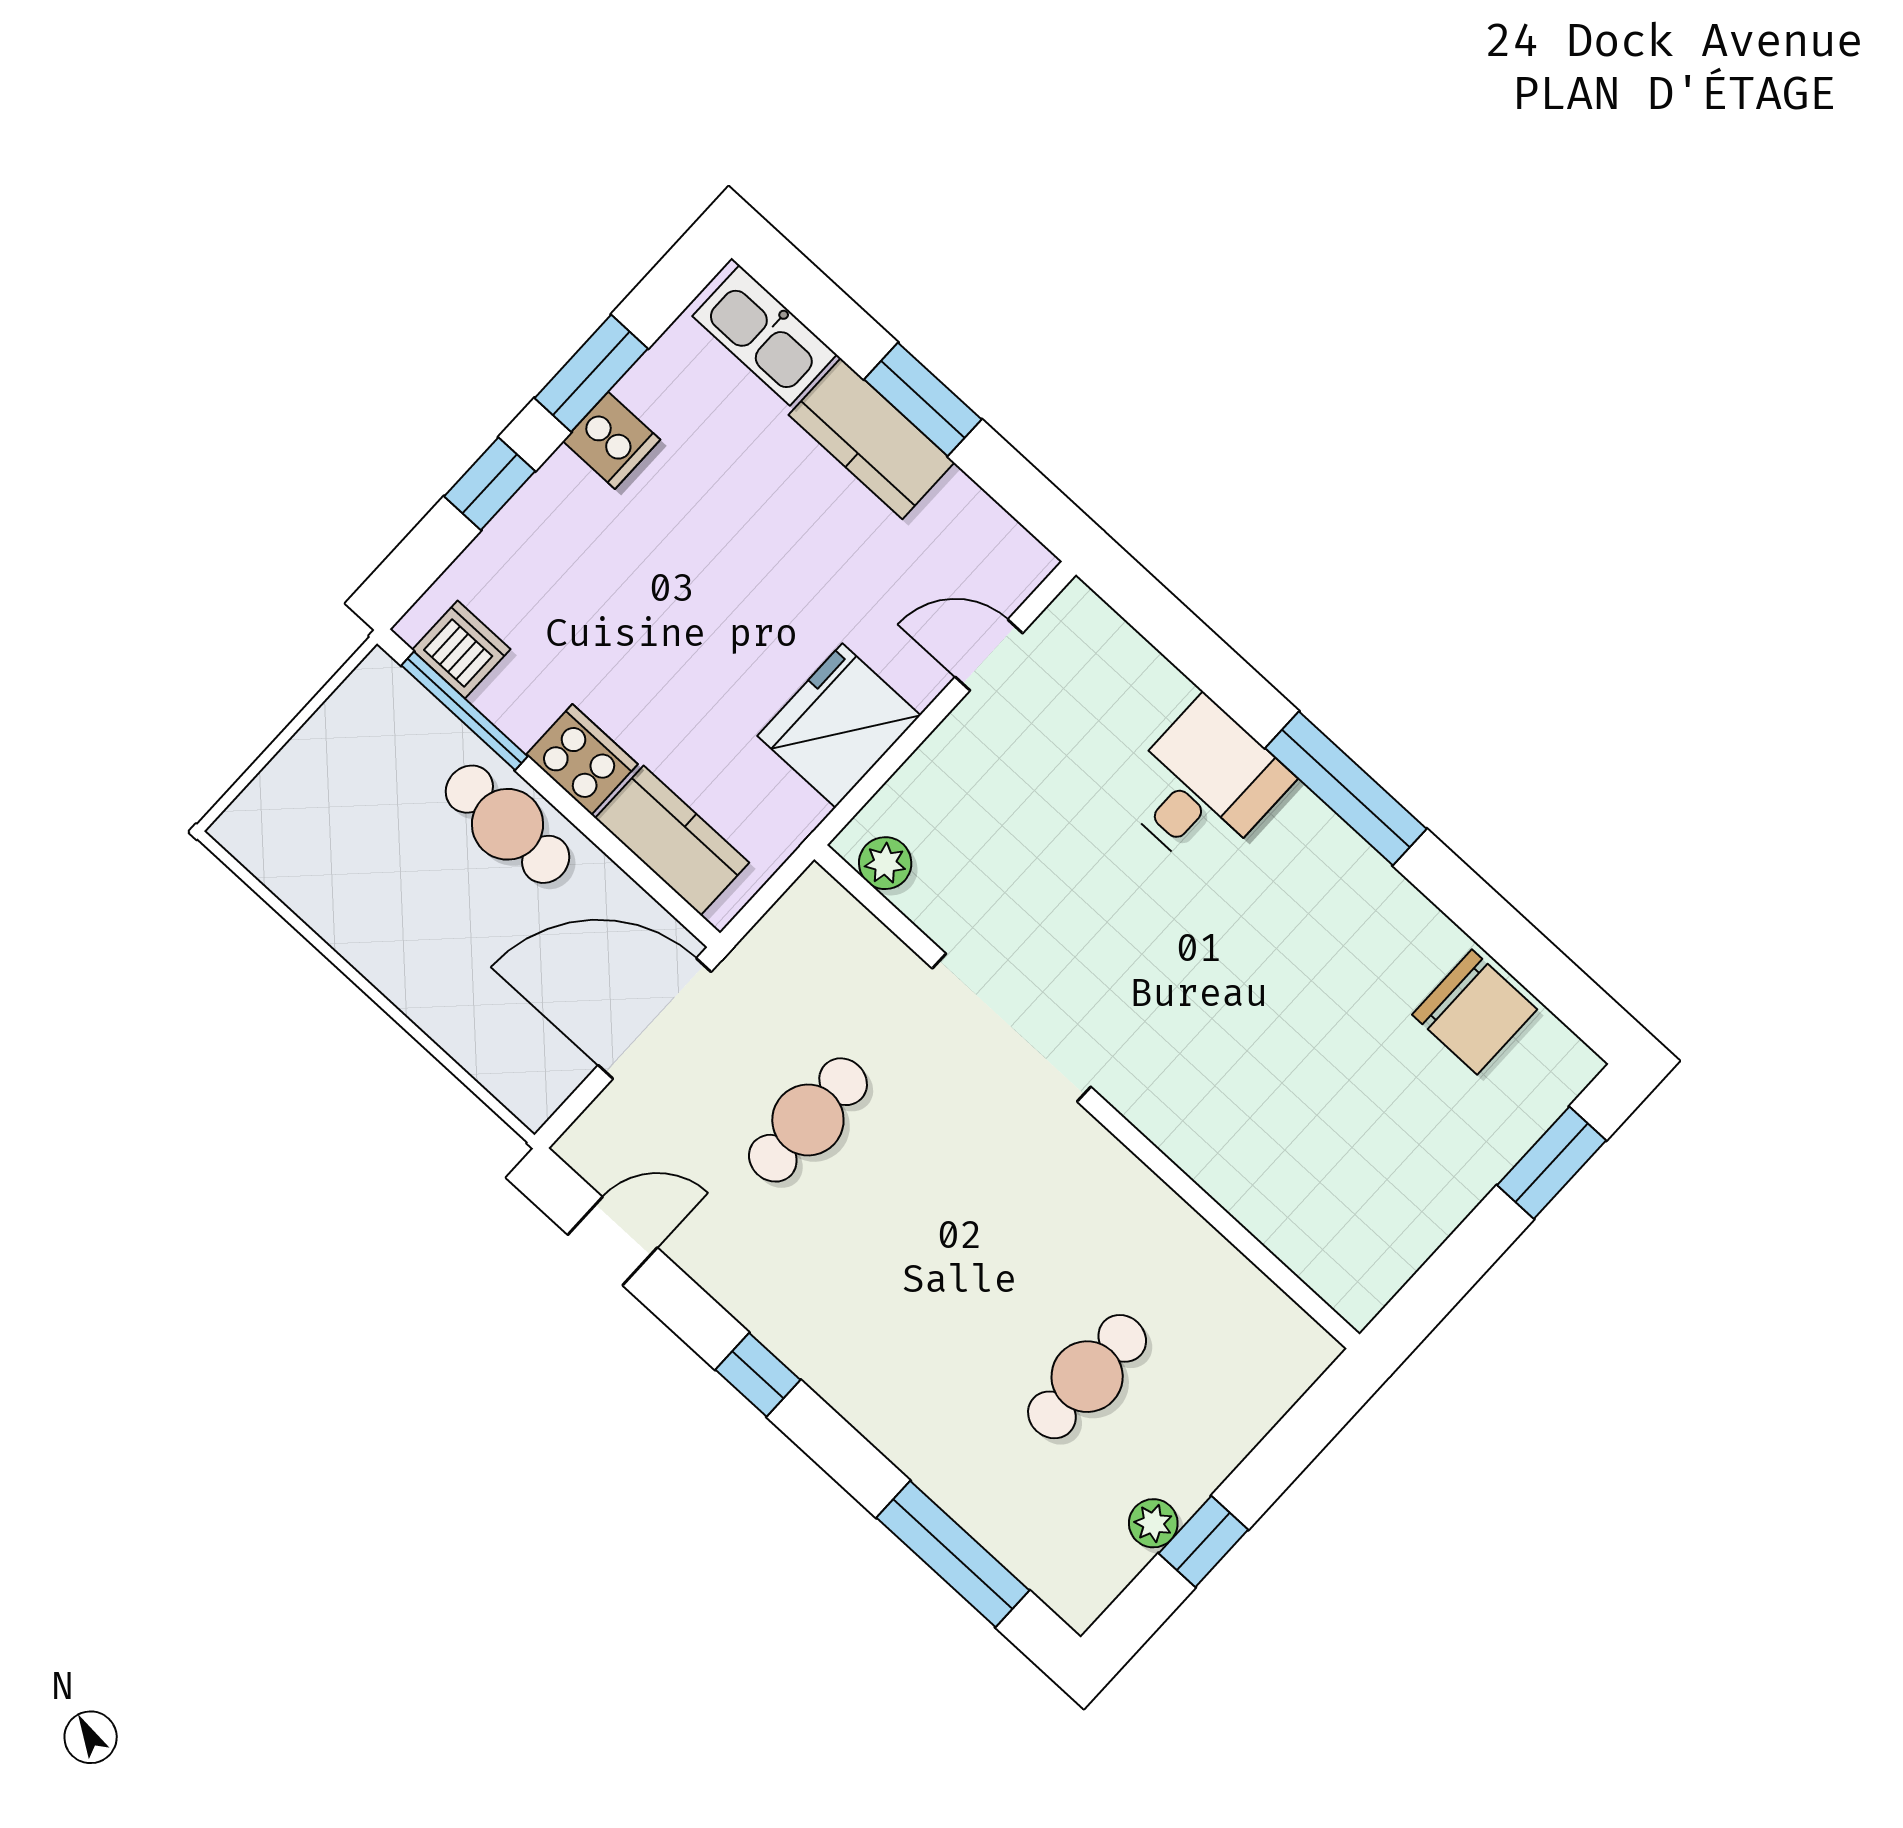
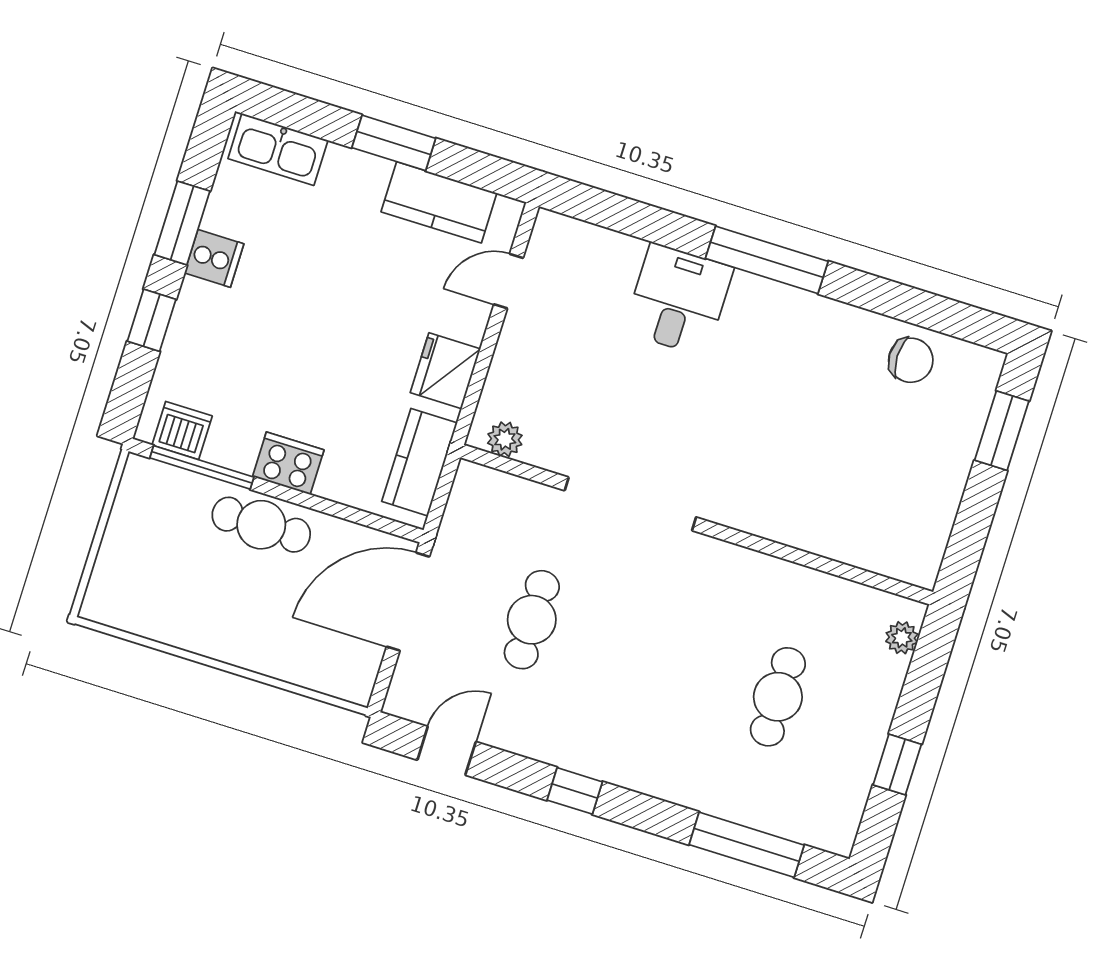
kitchen counter: (872, 439) -> (439, 202), moved
fridge: (839, 726) -> (445, 371), width x0.73, depth x0.75
kitchen counter: (672, 840) -> (419, 462), moved, turned -90
chair: (1475, 1012) -> (911, 360), width x0.73, depth x0.73
plant: (1153, 1523) -> (902, 638), moved

